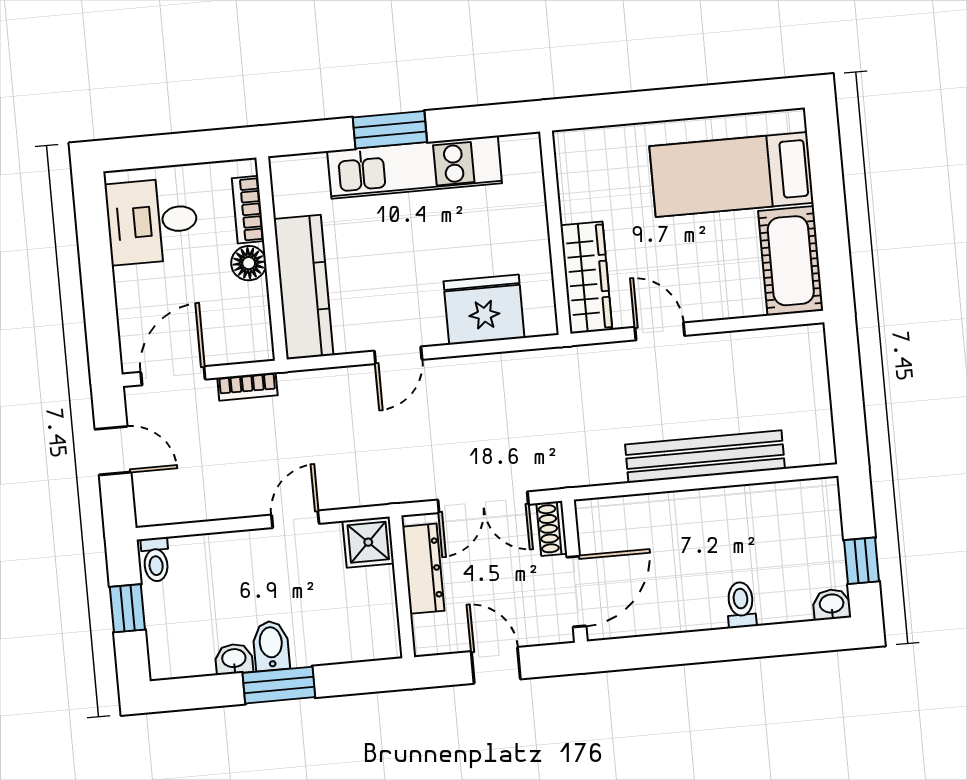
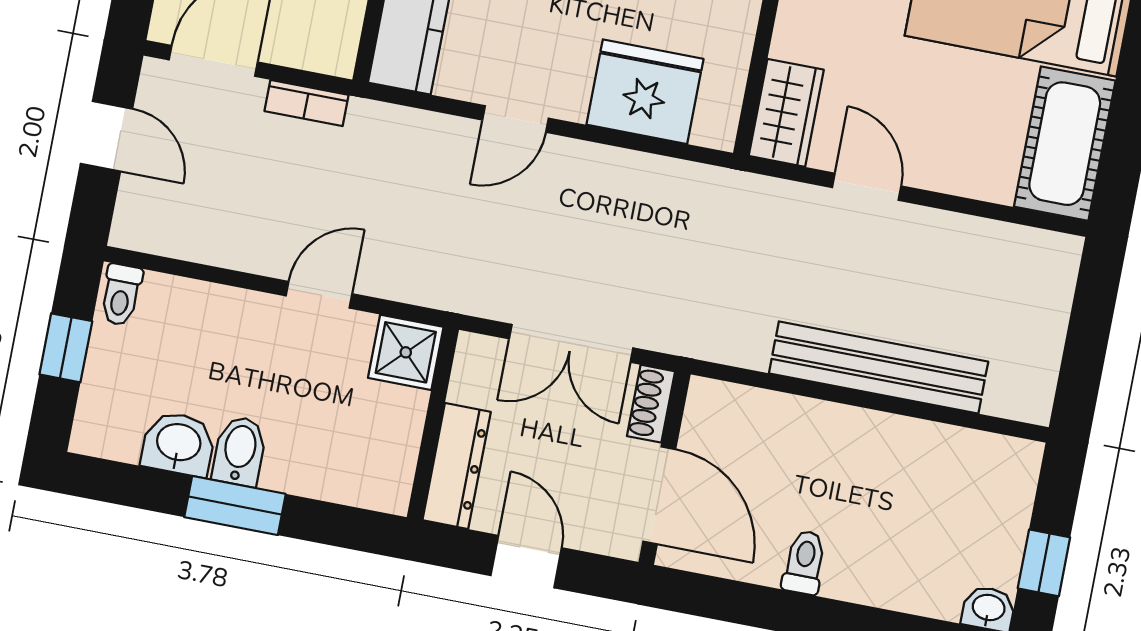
wardrobe: (586, 278) -> (786, 113), width x0.67
dresser: (423, 569) -> (457, 466), moved
door: (576, 592) -> (659, 495), hinge flipped
toilet: (741, 605) -> (804, 562), moved
washbasin: (234, 659) -> (178, 444), width x1.38, depth x1.45

